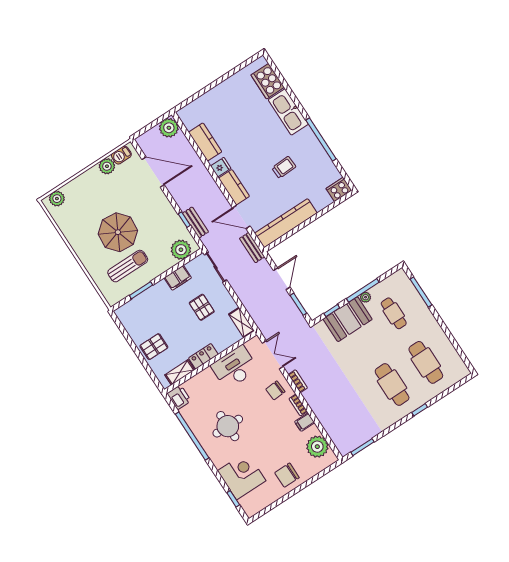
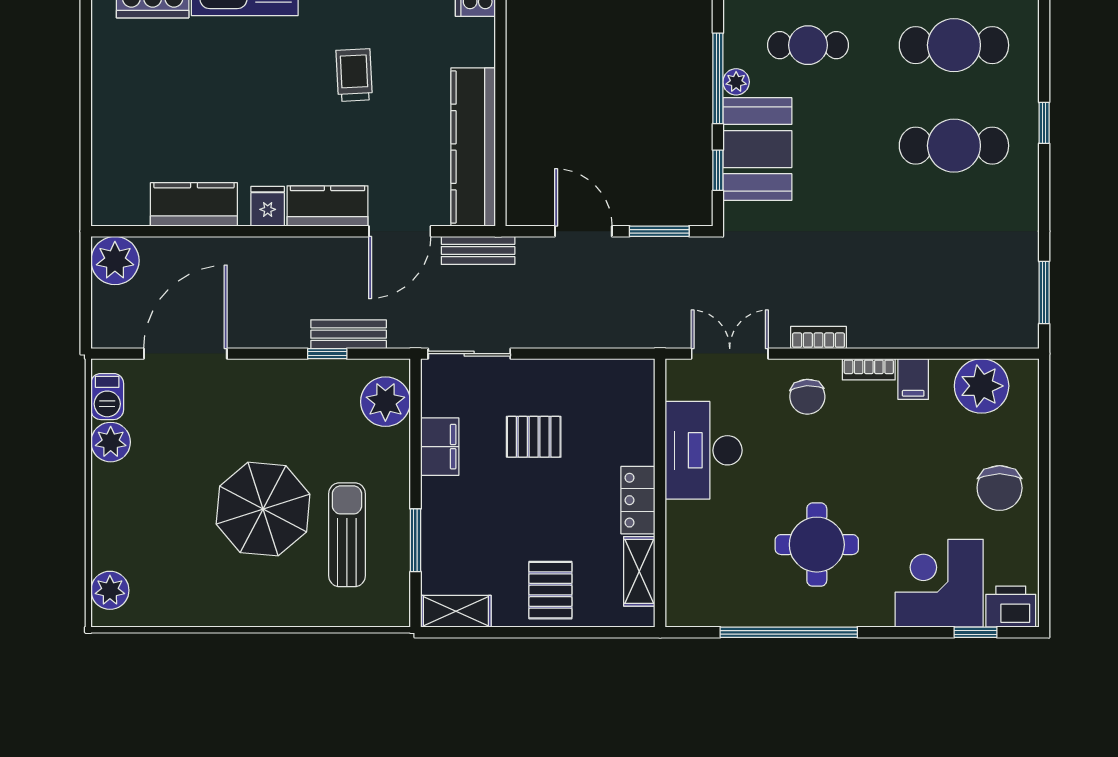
shelving: (242, 322) -> (456, 611), moved
printer: (179, 397) -> (1011, 607), moved

